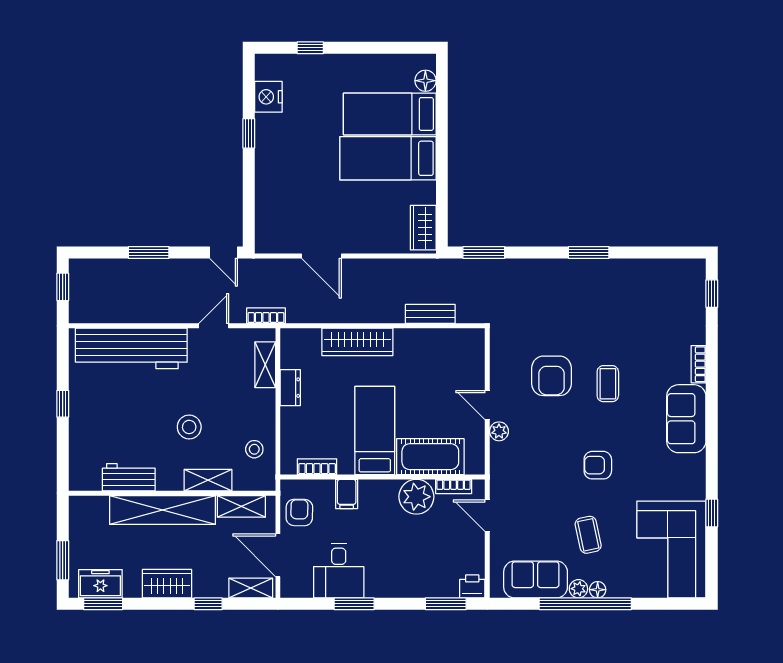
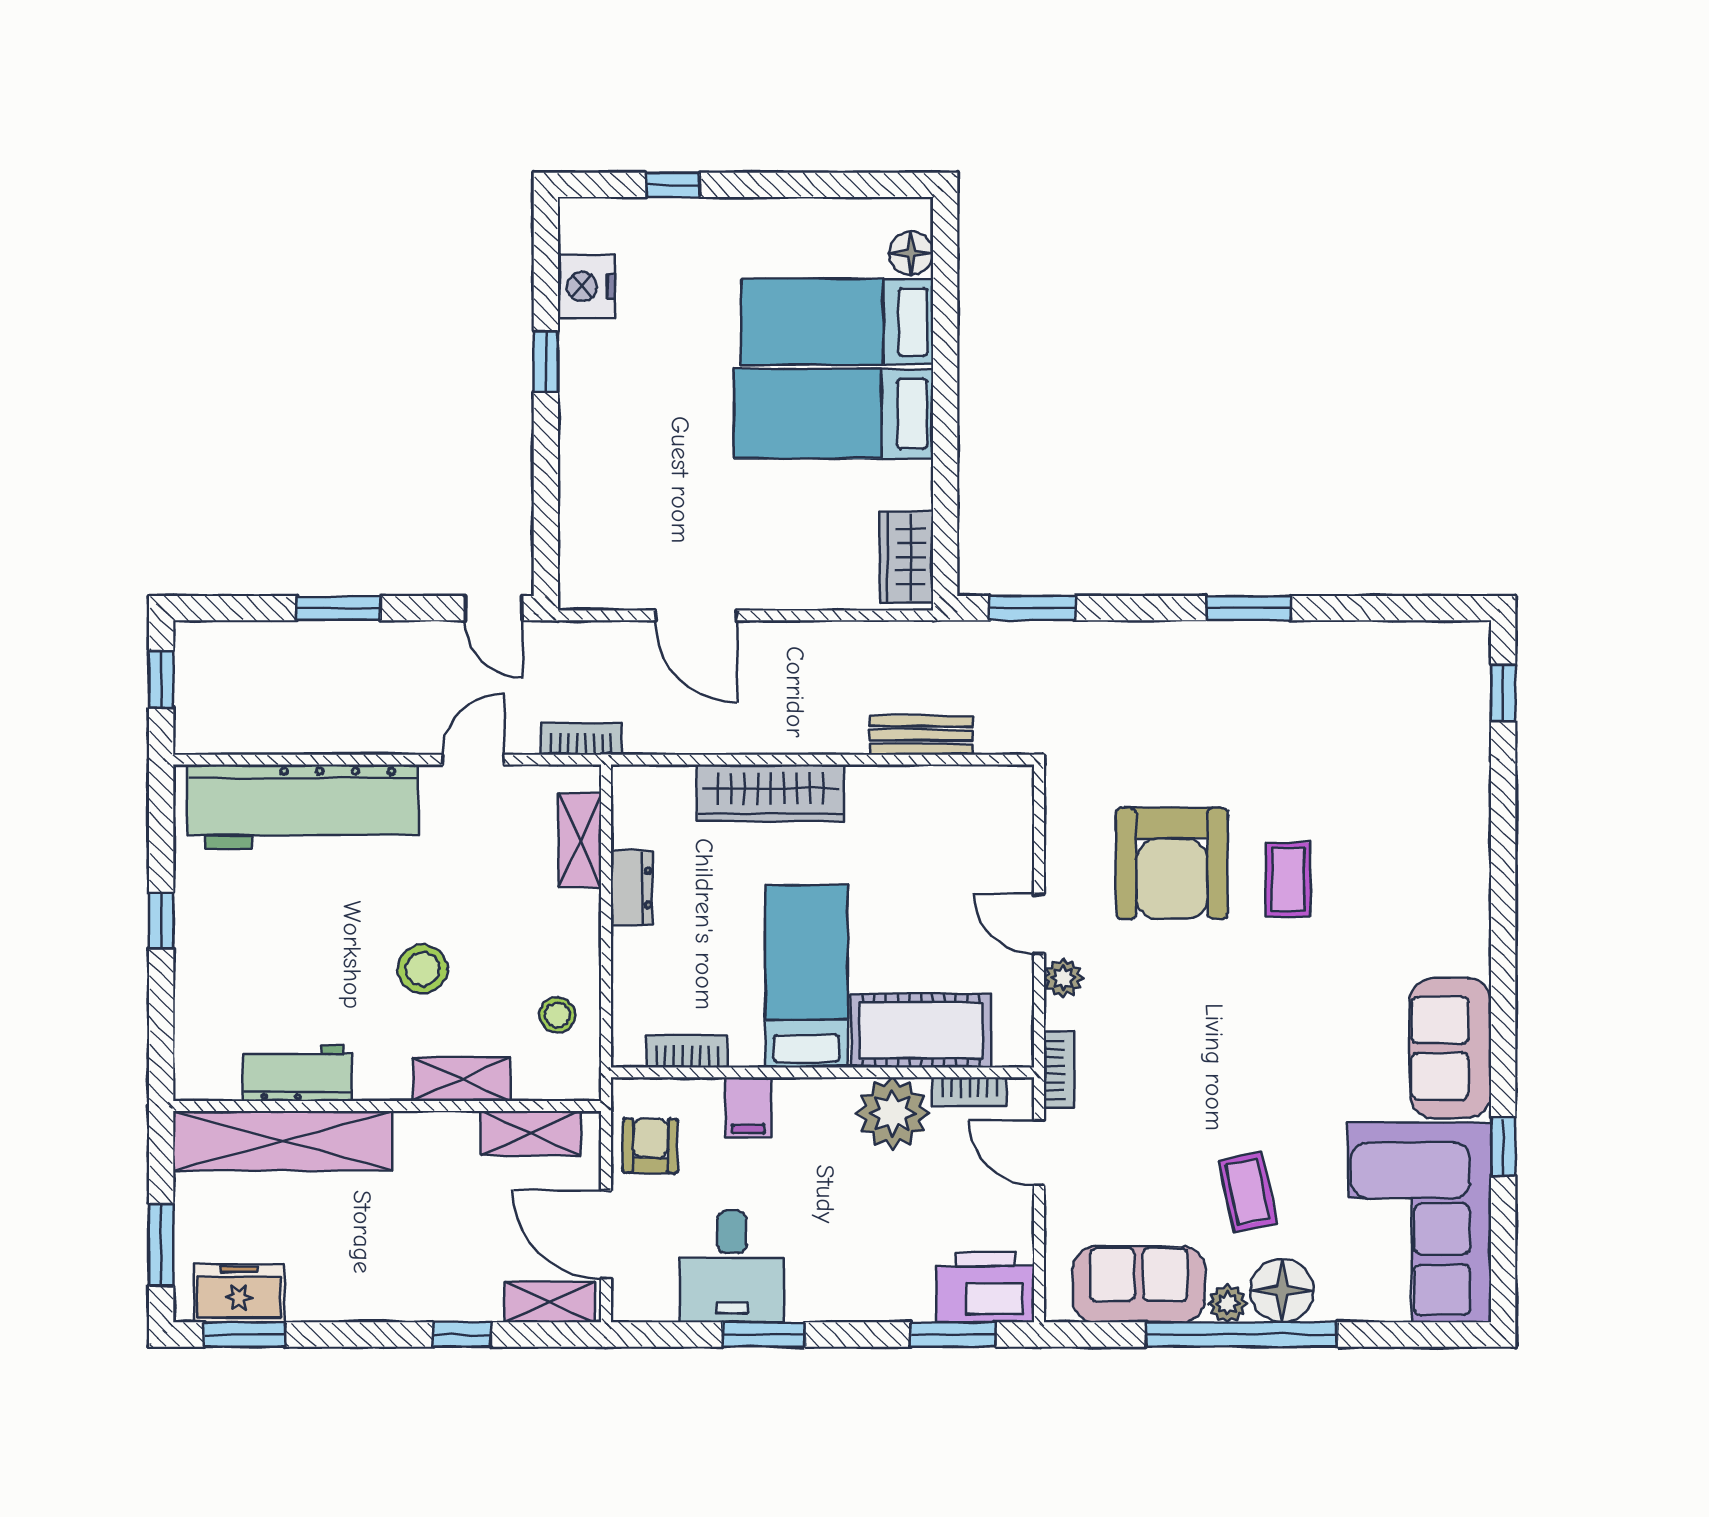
bookcase: (698, 364) -> (1059, 1070), moved, turned 180
armchair: (551, 376) -> (1172, 863), width x1.36, depth x1.36
sofa: (686, 419) -> (1451, 1048), moved
armchair: (598, 465) -> (1268, 1048), removed
shelving: (163, 510) -> (283, 1141), moved
wardrobe: (167, 584) -> (377, 1293), removed
printer: (472, 586) -> (985, 1287), width x1.87, depth x1.48
floor lamp: (598, 590) -> (1282, 1291), width x1.89, depth x1.89

